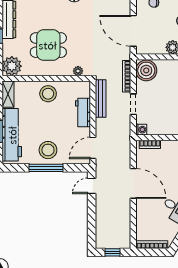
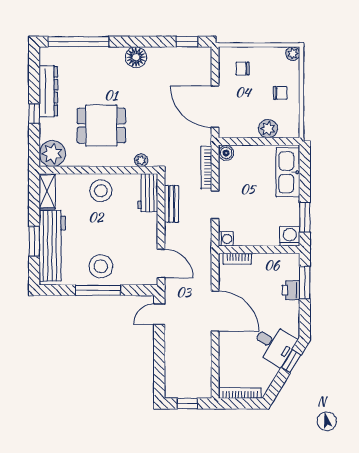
boiler: (146, 70) -> (226, 153), width x0.54, depth x0.54
bench: (101, 99) -> (171, 204), width x0.73
workbench: (83, 113) -> (148, 193), moved
door: (93, 148) -> (161, 263), swing flipped

